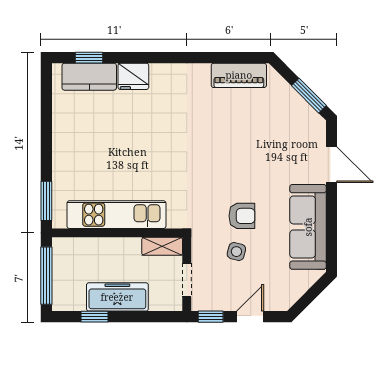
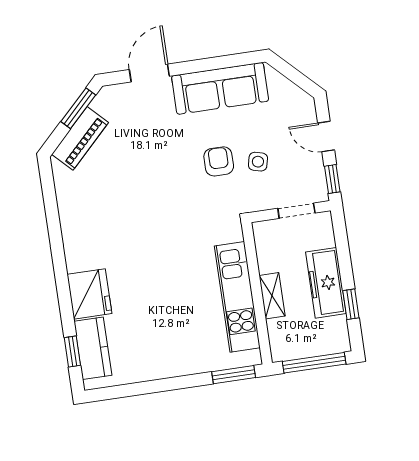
piano: (239, 75) -> (80, 138), moved, turned 45
fridge: (133, 76) -> (89, 294), width x1.36, depth x1.34
shelving: (162, 246) -> (272, 296), moved

